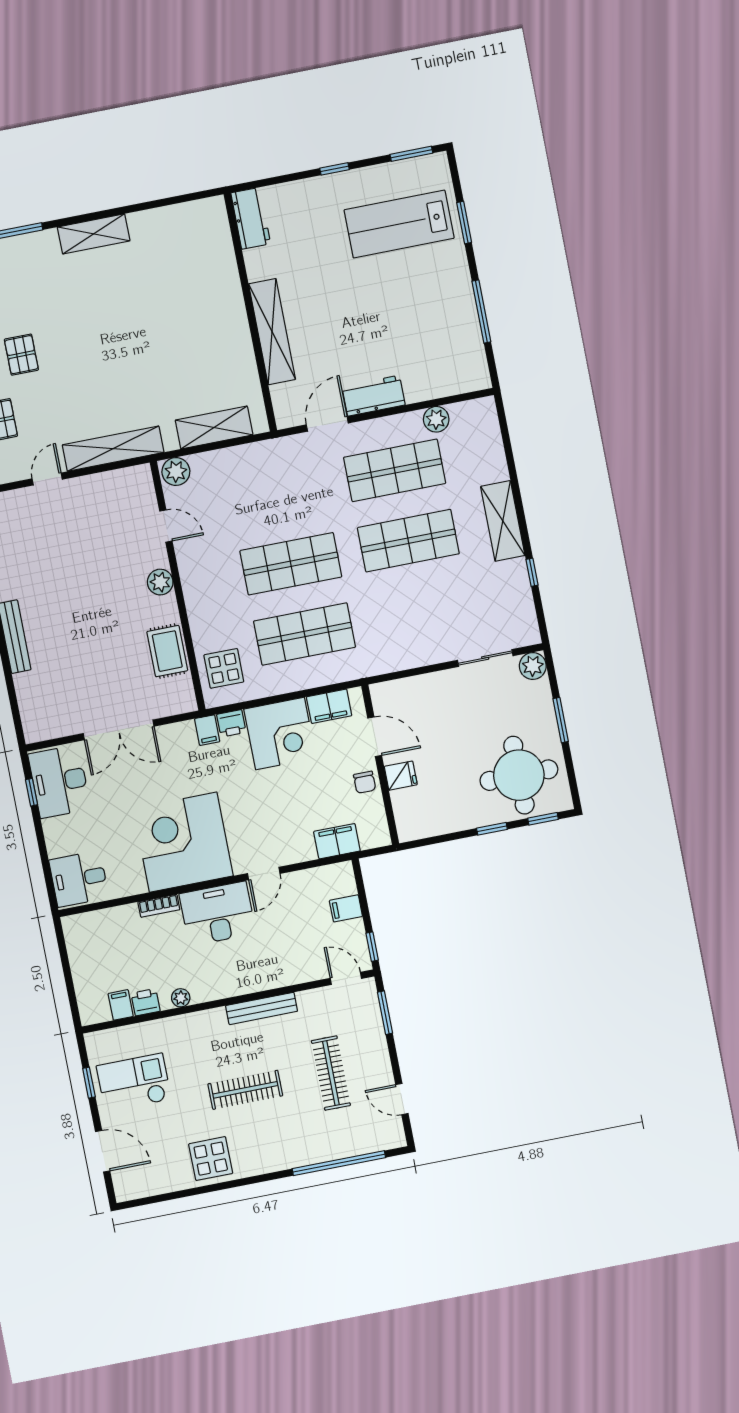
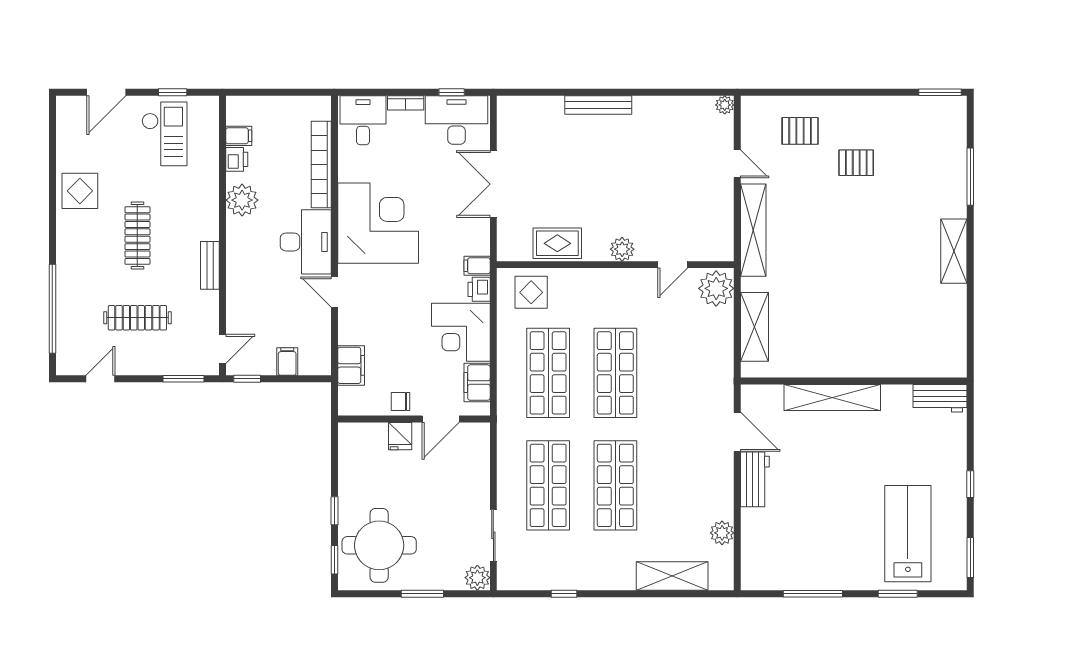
shop shelf: (395, 470) -> (548, 485), moved
plant: (176, 472) -> (716, 288), width x1.36, depth x1.36
shelving: (503, 521) -> (672, 576), moved
bookcase: (52, 838) -> (406, 103), added
bookcase: (159, 906) -> (321, 165), width x2.31, depth x1.31
plant: (181, 998) -> (242, 200), width x1.87, depth x1.87
bench: (262, 1008) -> (210, 265), width x0.73

